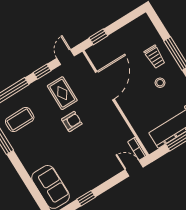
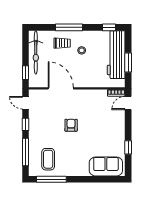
bicycle: (127, 34) -> (36, 52), added
rug: (62, 93) -> (48, 120), removed

